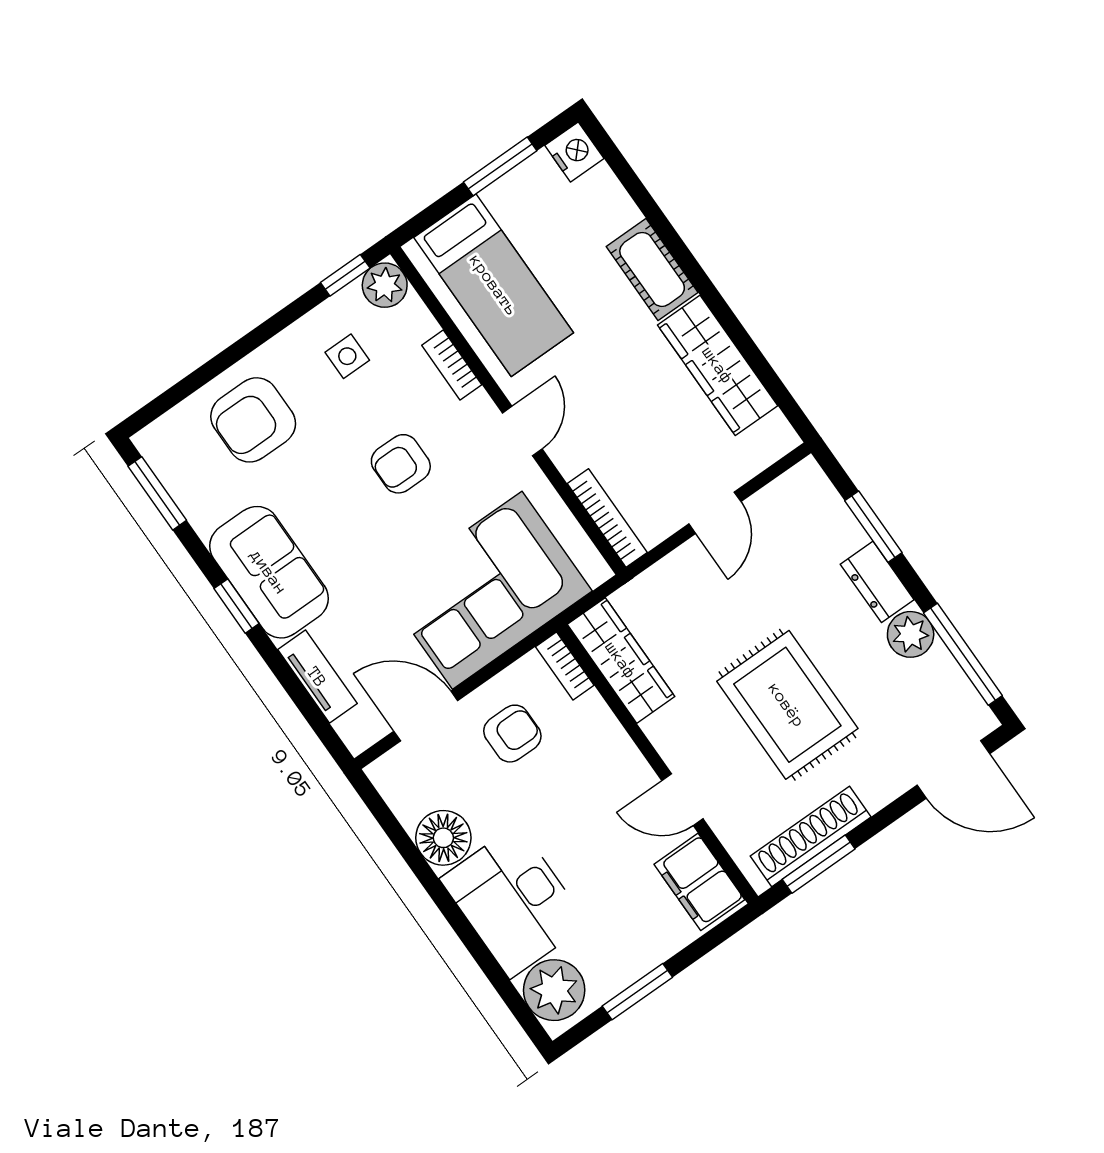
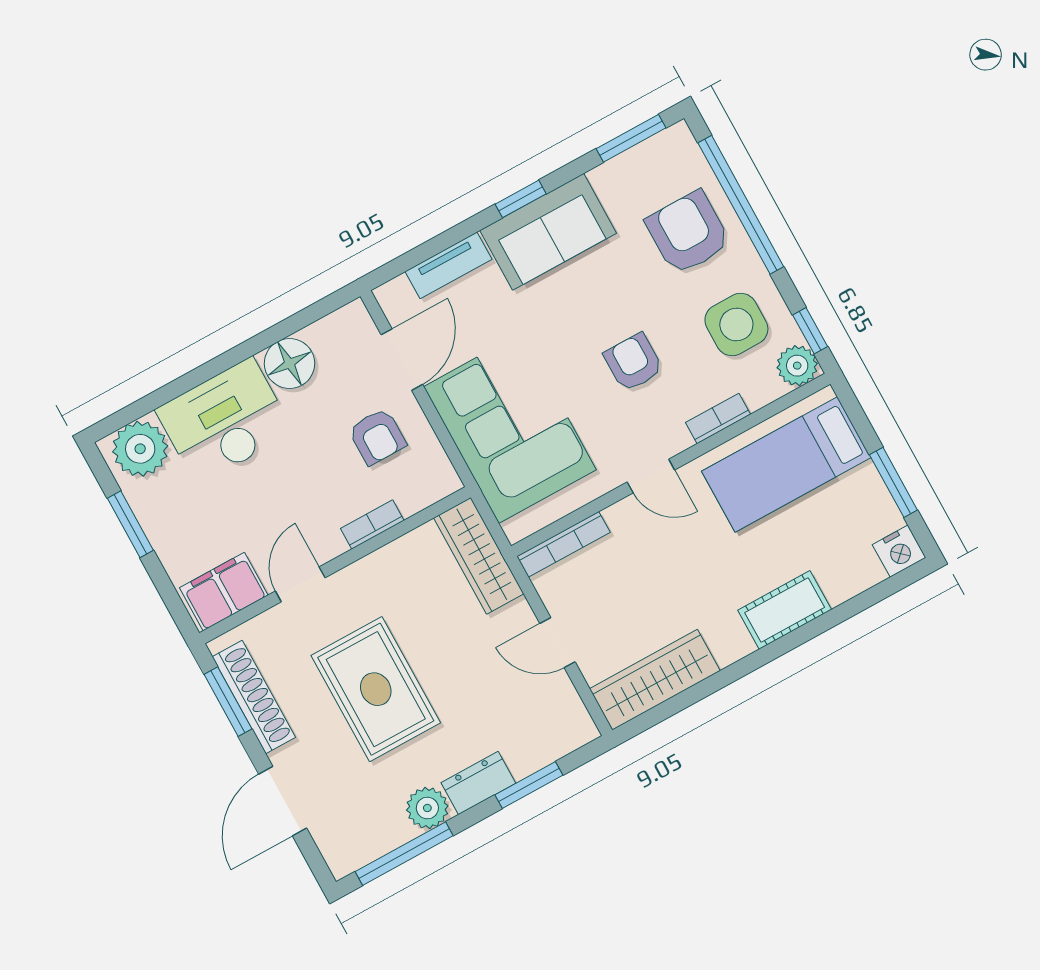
side table: (347, 356) -> (736, 325), width x1.87, depth x1.87
wardrobe: (718, 365) -> (655, 680), moved
window: (216, 366) -> (741, 205), added
wardrobe: (621, 660) -> (479, 556), moved, turned 90
bookcase: (565, 666) -> (372, 524), moved
rug: (787, 705) -> (376, 689), turned 90
door: (953, 769) -> (283, 801), moved

